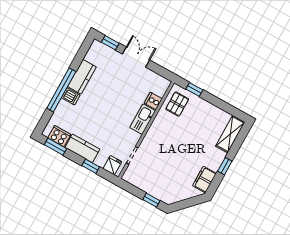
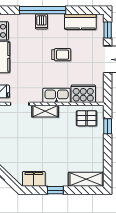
kitchen counter: (82, 77) -> (80, 22), moved
trolley: (109, 95) -> (61, 55), added
cooker: (153, 101) -> (83, 94), width x1.87, depth x1.31
shelving: (151, 137) -> (45, 111), added

